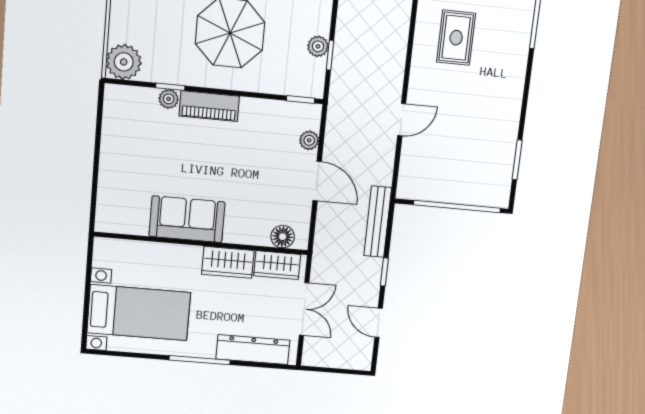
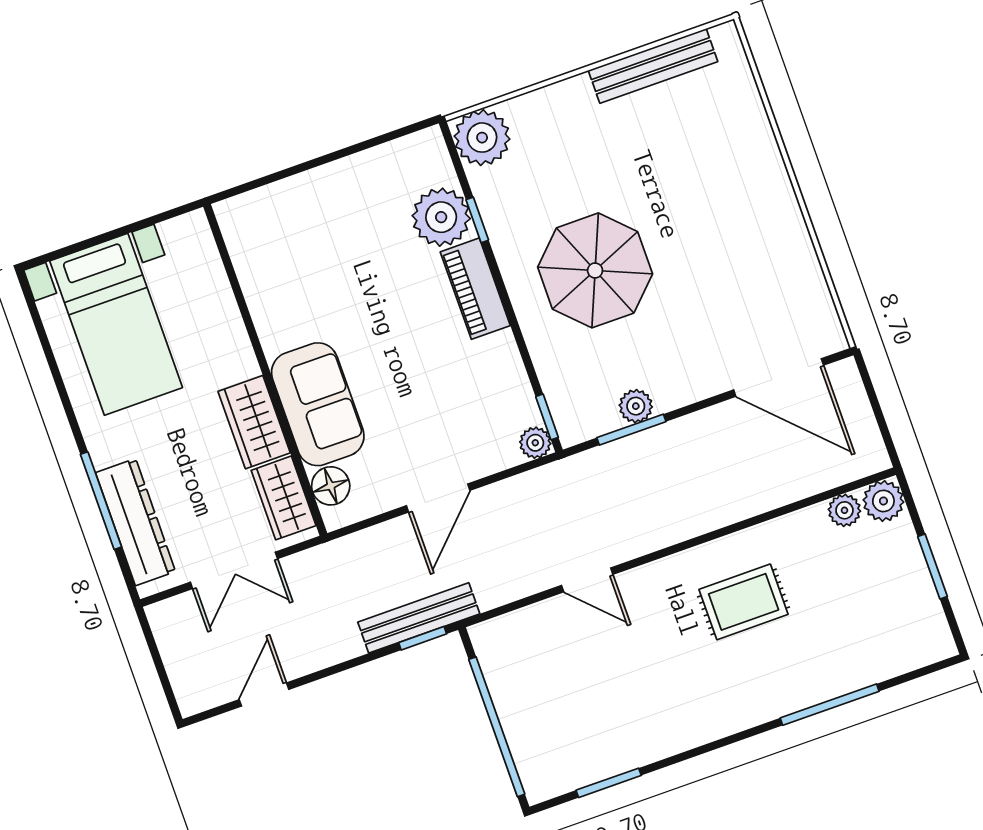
window: (330, 55) -> (631, 430), width x1.50
plant: (169, 99) -> (441, 217), width x1.88, depth x1.88
plant: (309, 140) -> (535, 443), moved
sofa: (187, 219) -> (318, 404), moved
window: (384, 272) -> (423, 638), moved
window: (200, 360) -> (101, 501), moved

